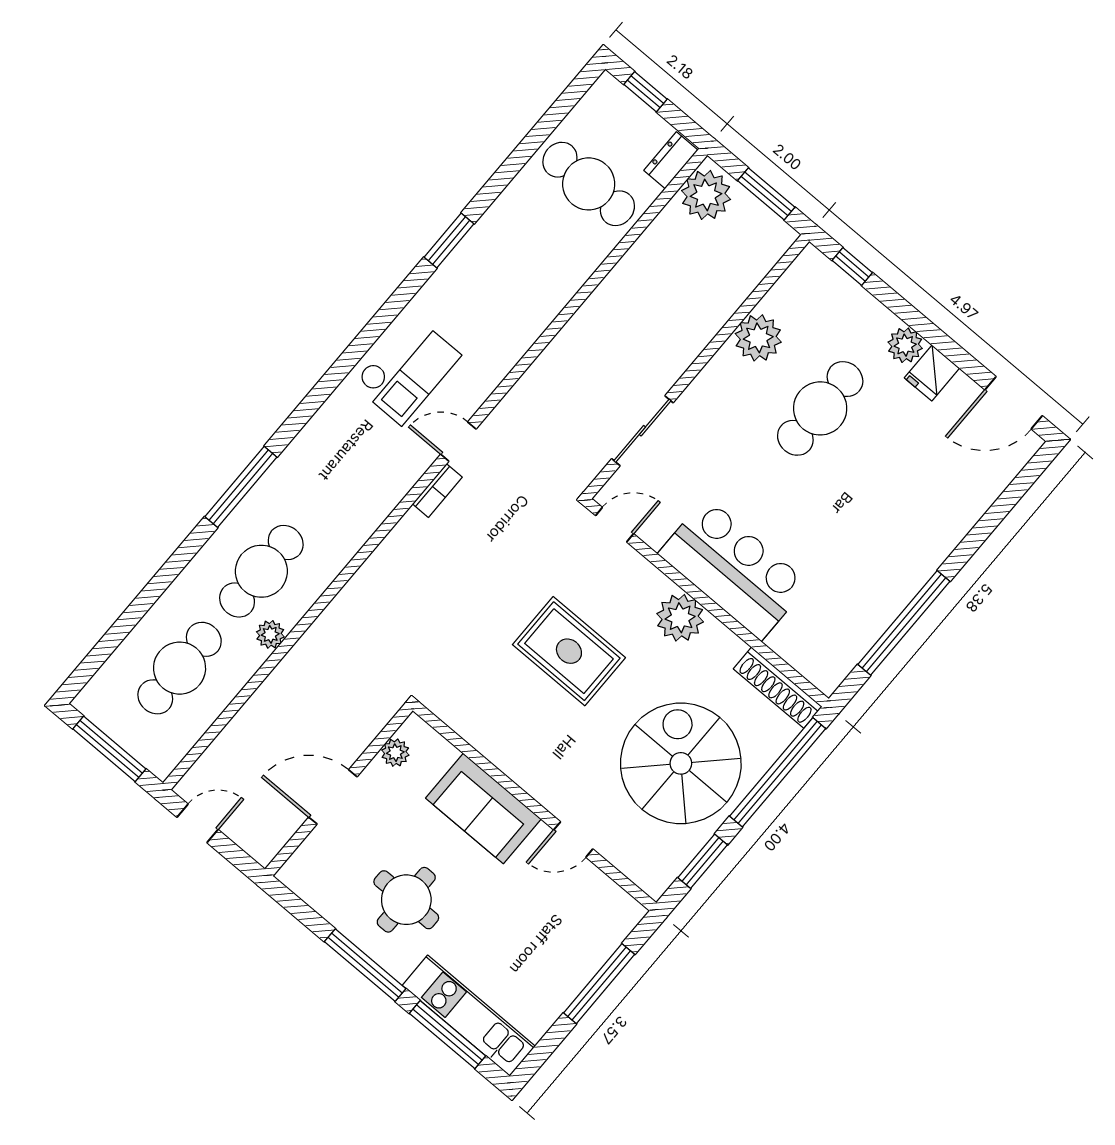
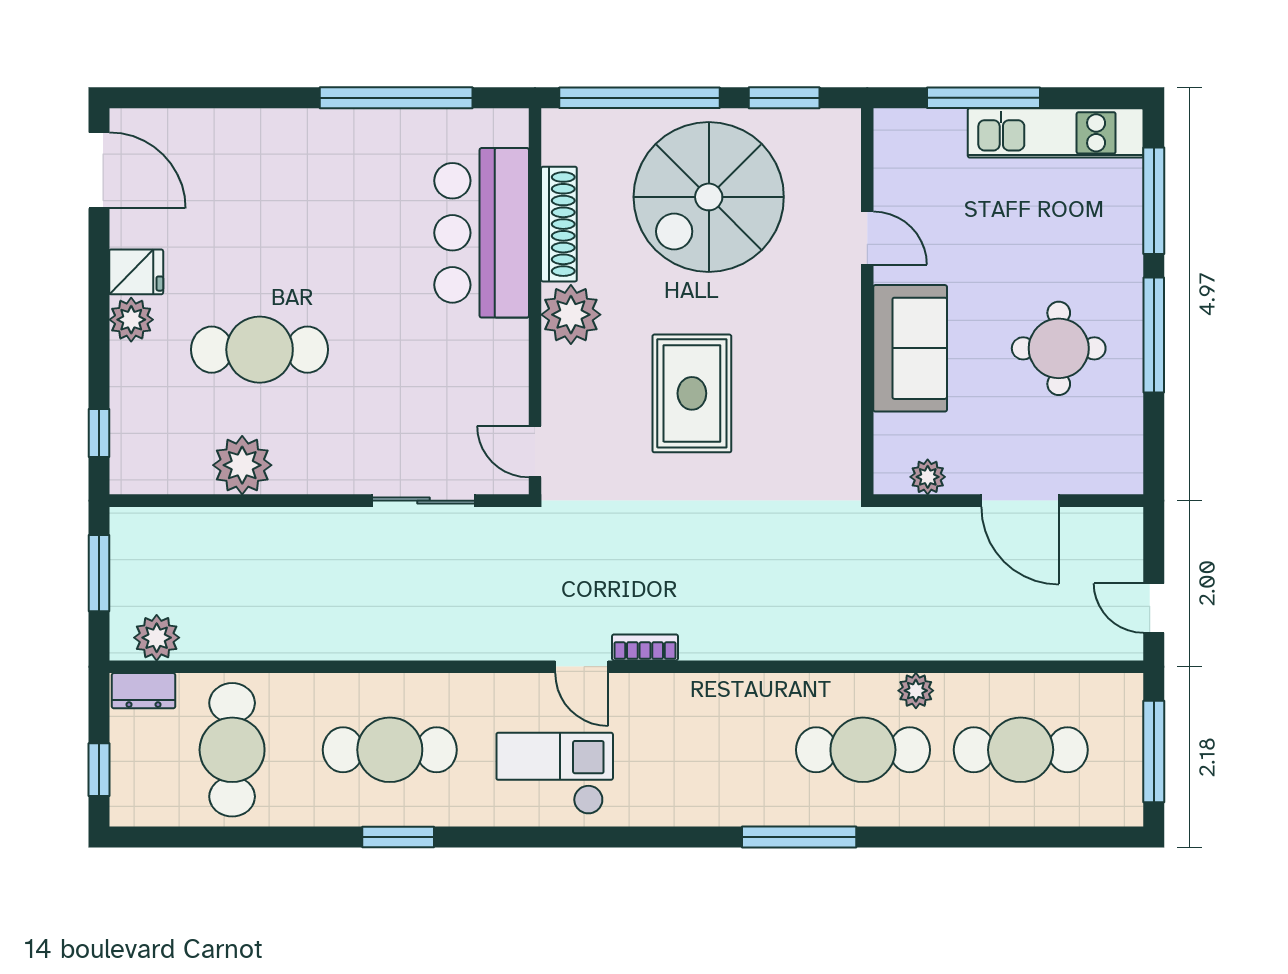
plant: (706, 195) -> (157, 638), width x0.73, depth x0.73
cafe table: (507, 281) -> (390, 750), added
bar counter: (733, 569) -> (482, 233), moved
shoe rack: (778, 688) -> (559, 224), moved
kitchen unit: (469, 1016) -> (1056, 133), moved, turned -90

